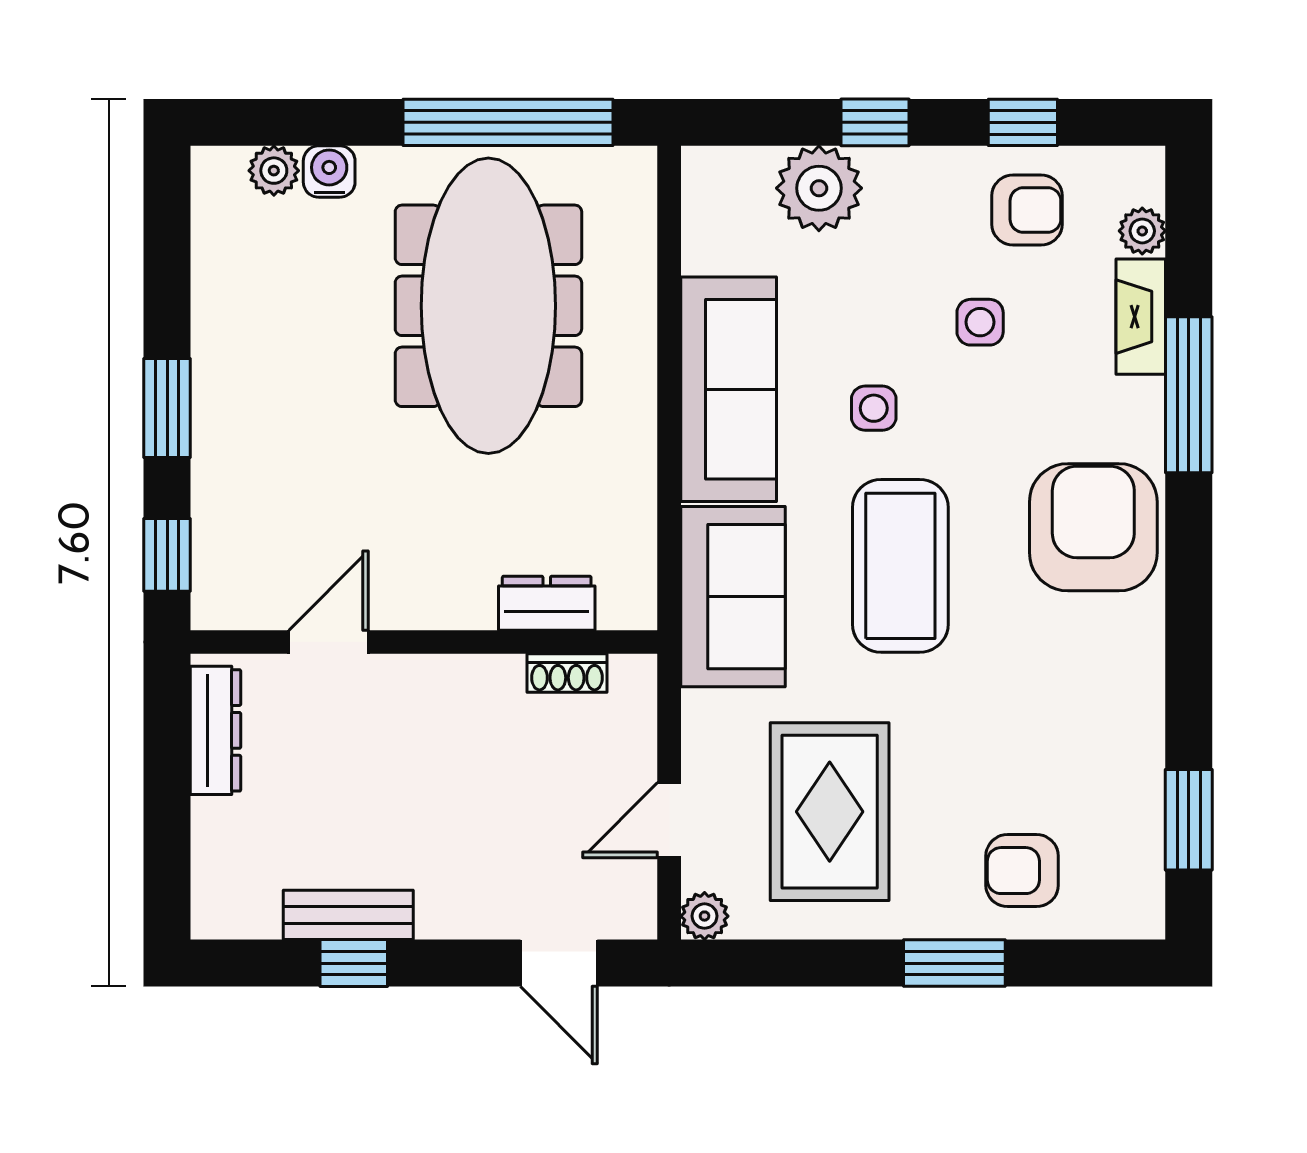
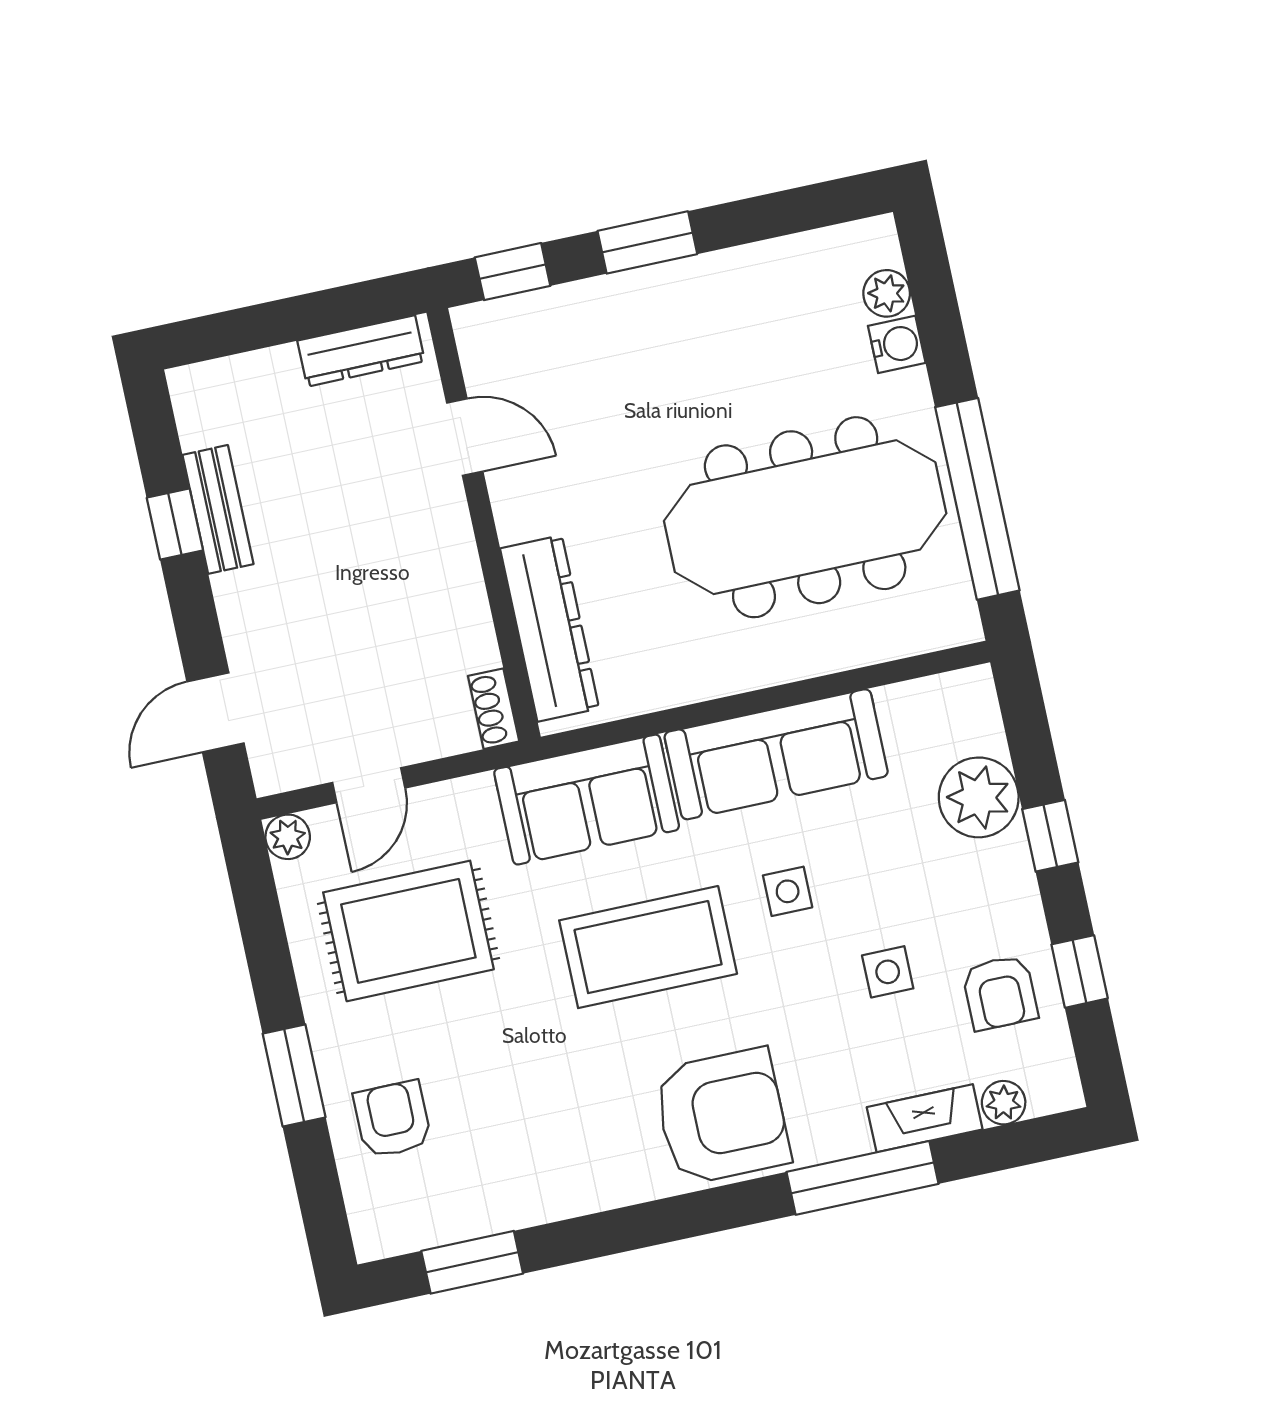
dresser: (547, 603) -> (550, 628), width x1.96, depth x1.24
shoe rack: (567, 673) -> (494, 709), moved
door: (669, 820) -> (369, 785), swing flipped

